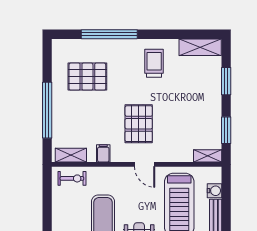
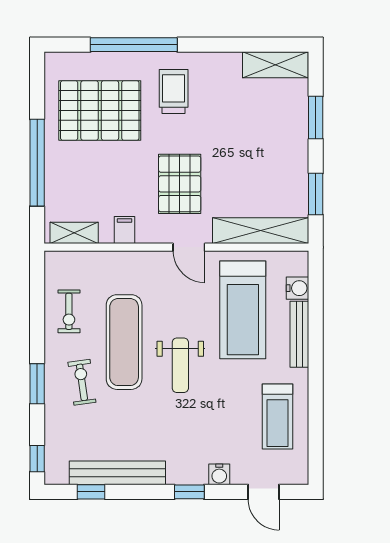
trolley: (154, 63) -> (174, 92), moved
pallet: (87, 77) -> (100, 110), width x1.37, depth x1.41
shelving: (208, 156) -> (261, 231), width x2.20, depth x1.33
exercise bike: (72, 178) -> (69, 311), moved, turned 90

